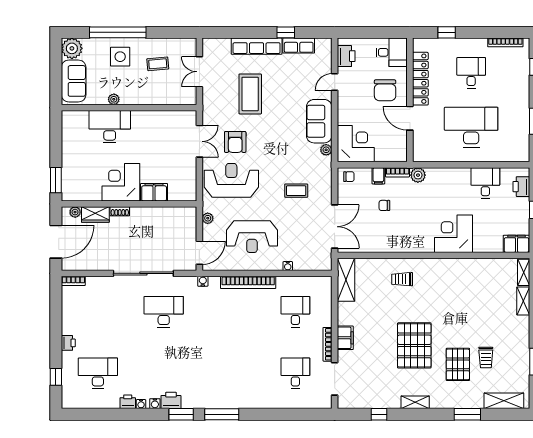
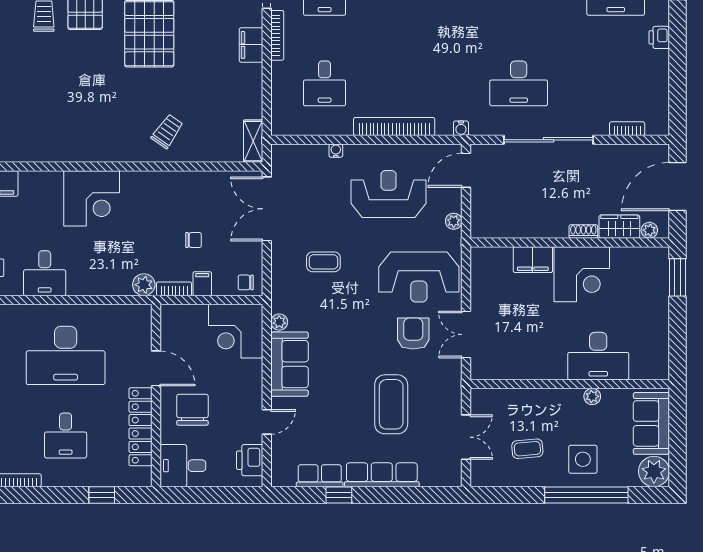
trolley: (402, 279) -> (167, 131), turned -55
shelving: (346, 280) -> (253, 141), width x0.67, depth x0.75
bookcase: (73, 281) -> (627, 129), moved

